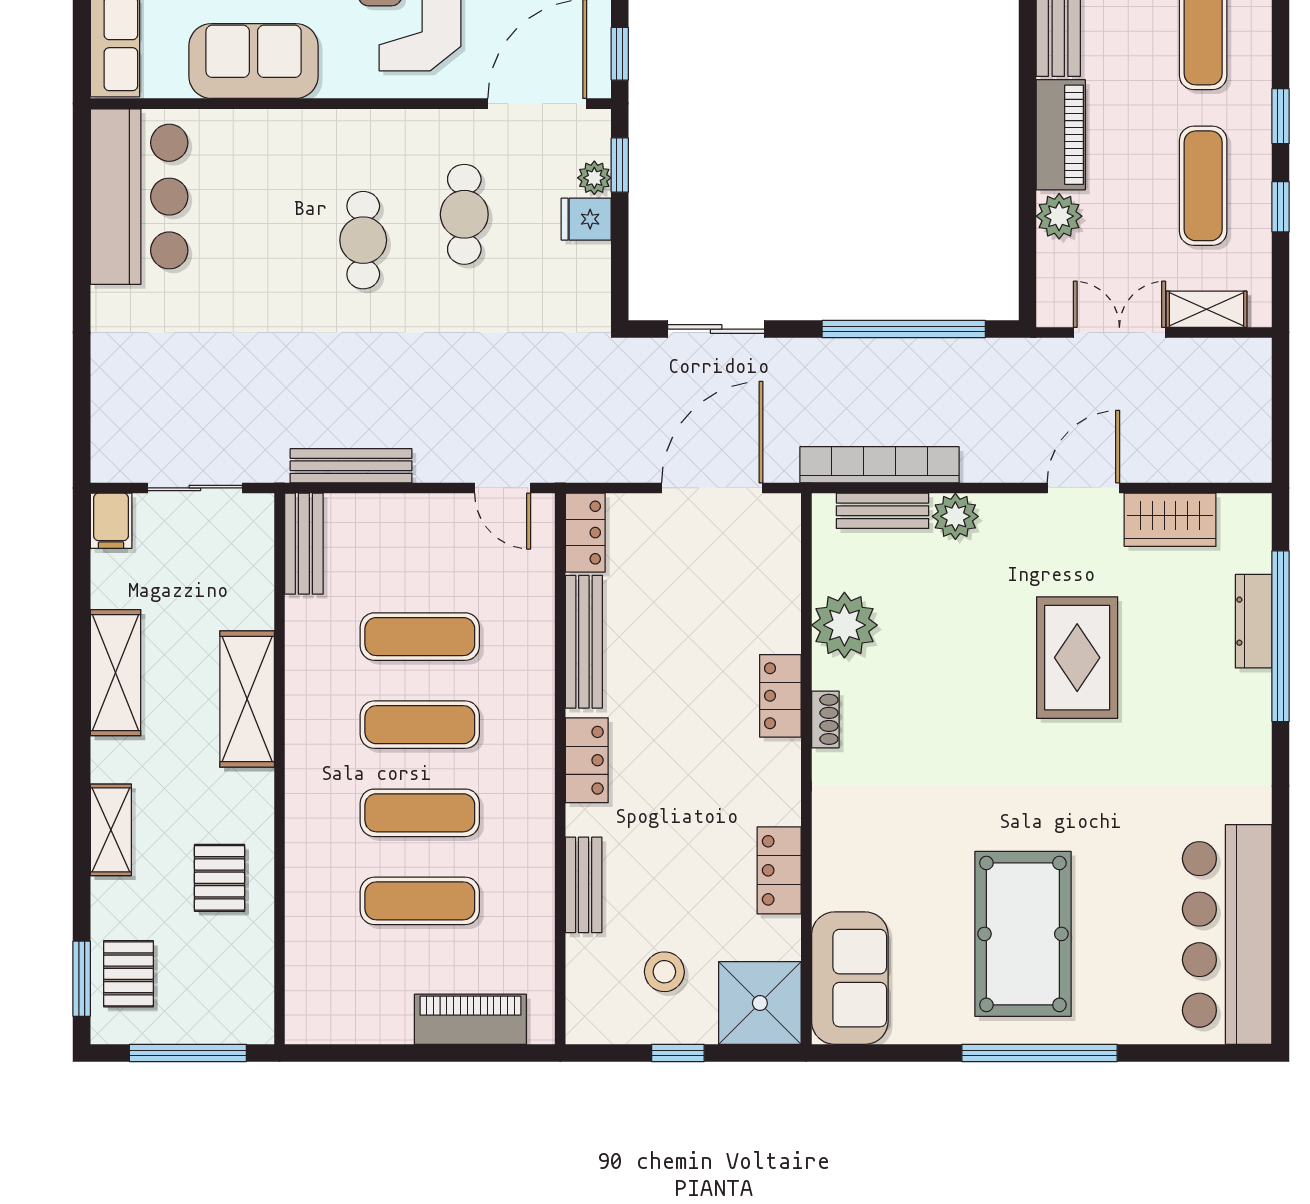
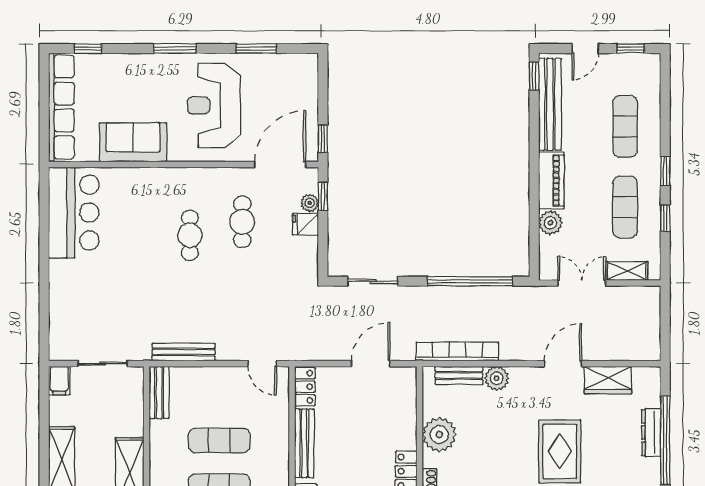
door: (712, 488) -> (371, 364), width x0.73

